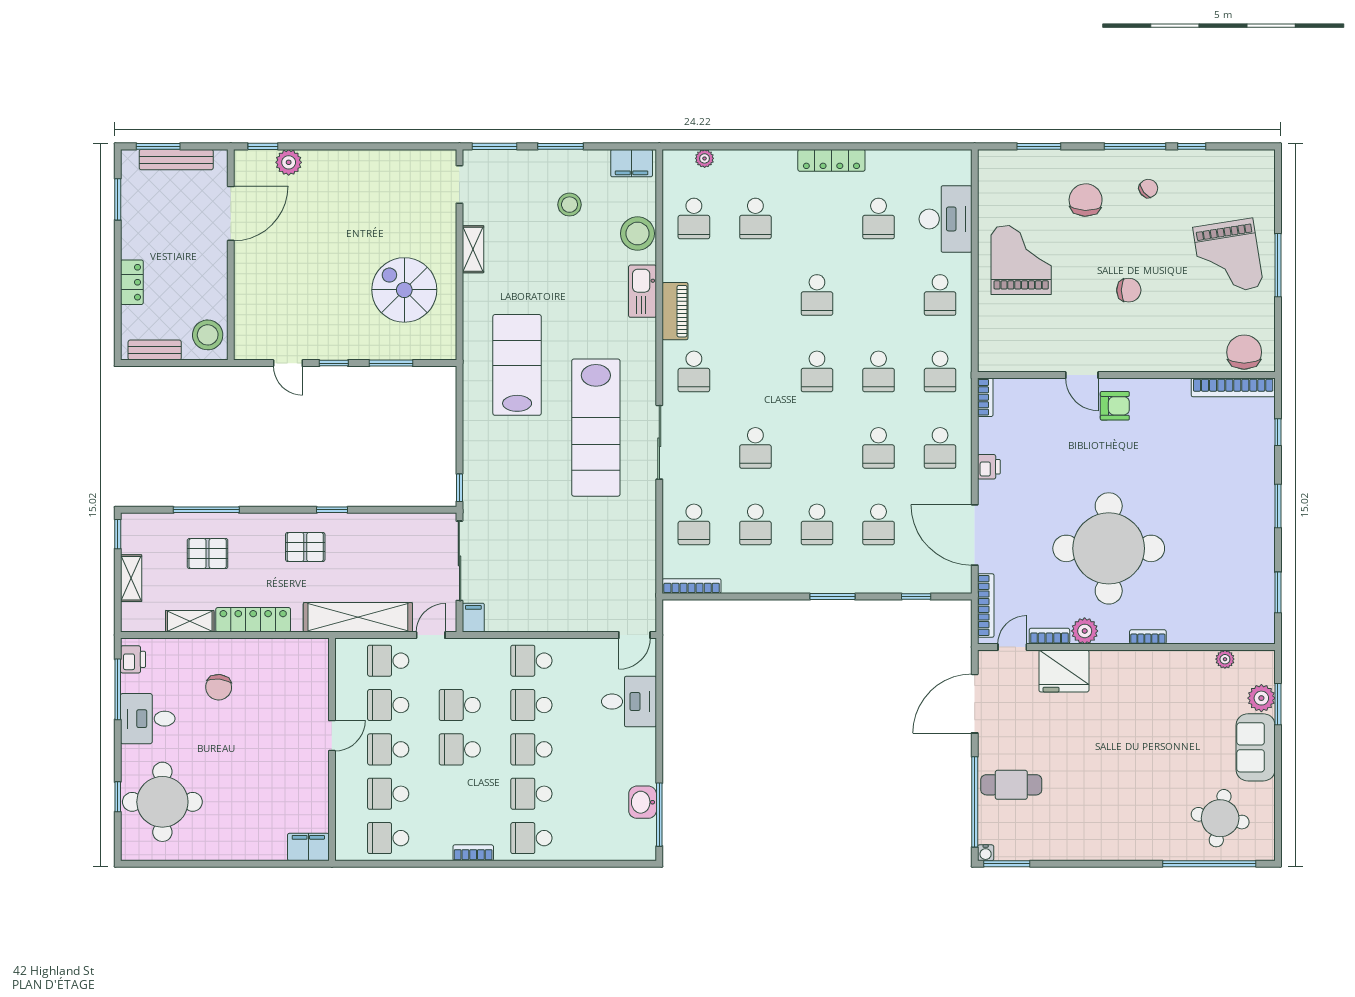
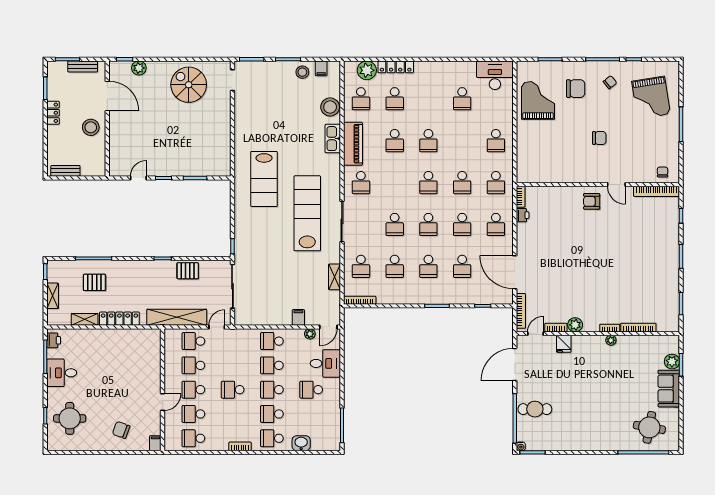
plant: (705, 158) -> (367, 70), width x1.87, depth x1.87
bench: (176, 160) -> (83, 66), width x0.73
locker: (831, 160) -> (396, 67), moved
filing cabinet: (632, 163) -> (321, 68), width x0.50
chair: (1086, 200) -> (576, 89), turned 88
stool: (570, 205) -> (302, 72), moved
door: (231, 213) -> (107, 96), hinge flipped
desk: (945, 219) -> (495, 75), moved, turned -90
shelving: (473, 249) -> (335, 277), moved
grand piano: (1228, 257) -> (651, 98), moved
grand piano: (1021, 260) -> (538, 100), moved
locker: (132, 282) -> (53, 113), moved
spiral stairs: (404, 290) -> (189, 85), moved
school desk: (755, 295) -> (395, 141), added
piano: (675, 311) -> (353, 144), width x1.37, depth x1.33
stool: (208, 335) -> (91, 127), moved
chair: (1244, 352) -> (663, 172), width x0.54, depth x0.54
door: (288, 363) -> (138, 178), swing flipped
lab bench: (517, 365) -> (264, 179), turned 180
door: (1082, 375) -> (616, 185), moved
armchair: (1115, 406) -> (592, 201), turned 180
lab bench: (596, 428) -> (307, 213), turned 180
school desk: (817, 448) -> (428, 224), added
printer: (989, 467) -> (523, 215), moved
pallet: (305, 547) -> (188, 271), moved
round table: (1109, 548) -> (588, 280), removed
filing cabinet: (473, 618) -> (298, 317), moved
bookcase: (1200, 636) -> (638, 328), added
plant: (601, 648) -> (310, 334), added
plant: (1225, 659) -> (611, 340), moved
fridge: (1064, 671) -> (564, 344), width x0.53, depth x0.75
chair: (219, 687) -> (121, 430), moved, turned 104
school desk: (460, 705) -> (311, 390), moved
door: (332, 736) -> (163, 402), moved
round table: (162, 802) -> (70, 418), width x0.73, depth x0.73
washbasin: (643, 802) -> (301, 443), moved, turned 90
filing cabinet: (308, 847) -> (155, 443), width x0.50

